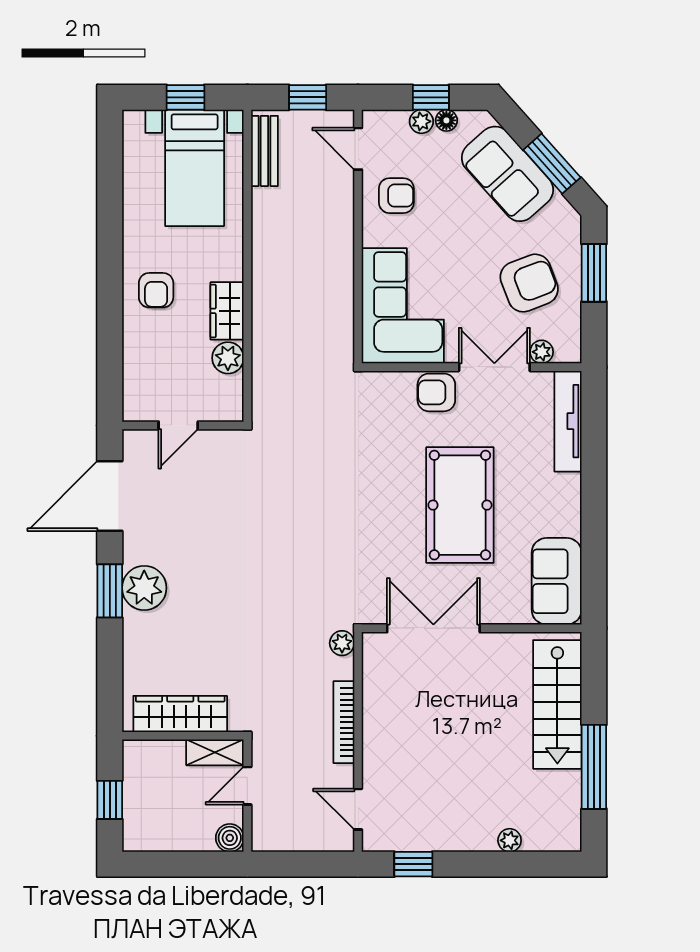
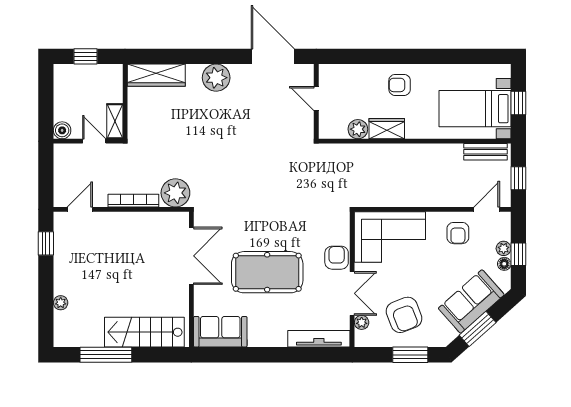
window: (110, 591) -> (214, 56), removed
plant: (342, 643) -> (175, 193), width x1.88, depth x1.88
wardrobe: (180, 714) -> (156, 75), moved, turned 90

